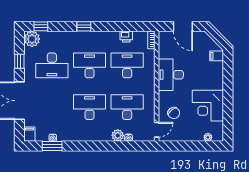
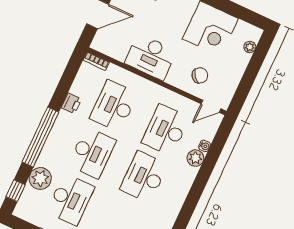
window: (84, 26) -> (40, 137), width x3.17
printer: (126, 37) -> (71, 103), moved
plant: (32, 39) -> (40, 178), moved
desk: (89, 65) -> (92, 153), turned 180
door: (157, 130) -> (211, 106), swing flipped

